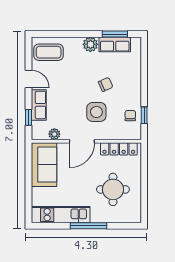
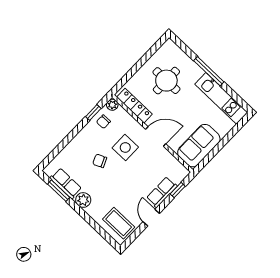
plant: (54, 134) -> (112, 105), moved

